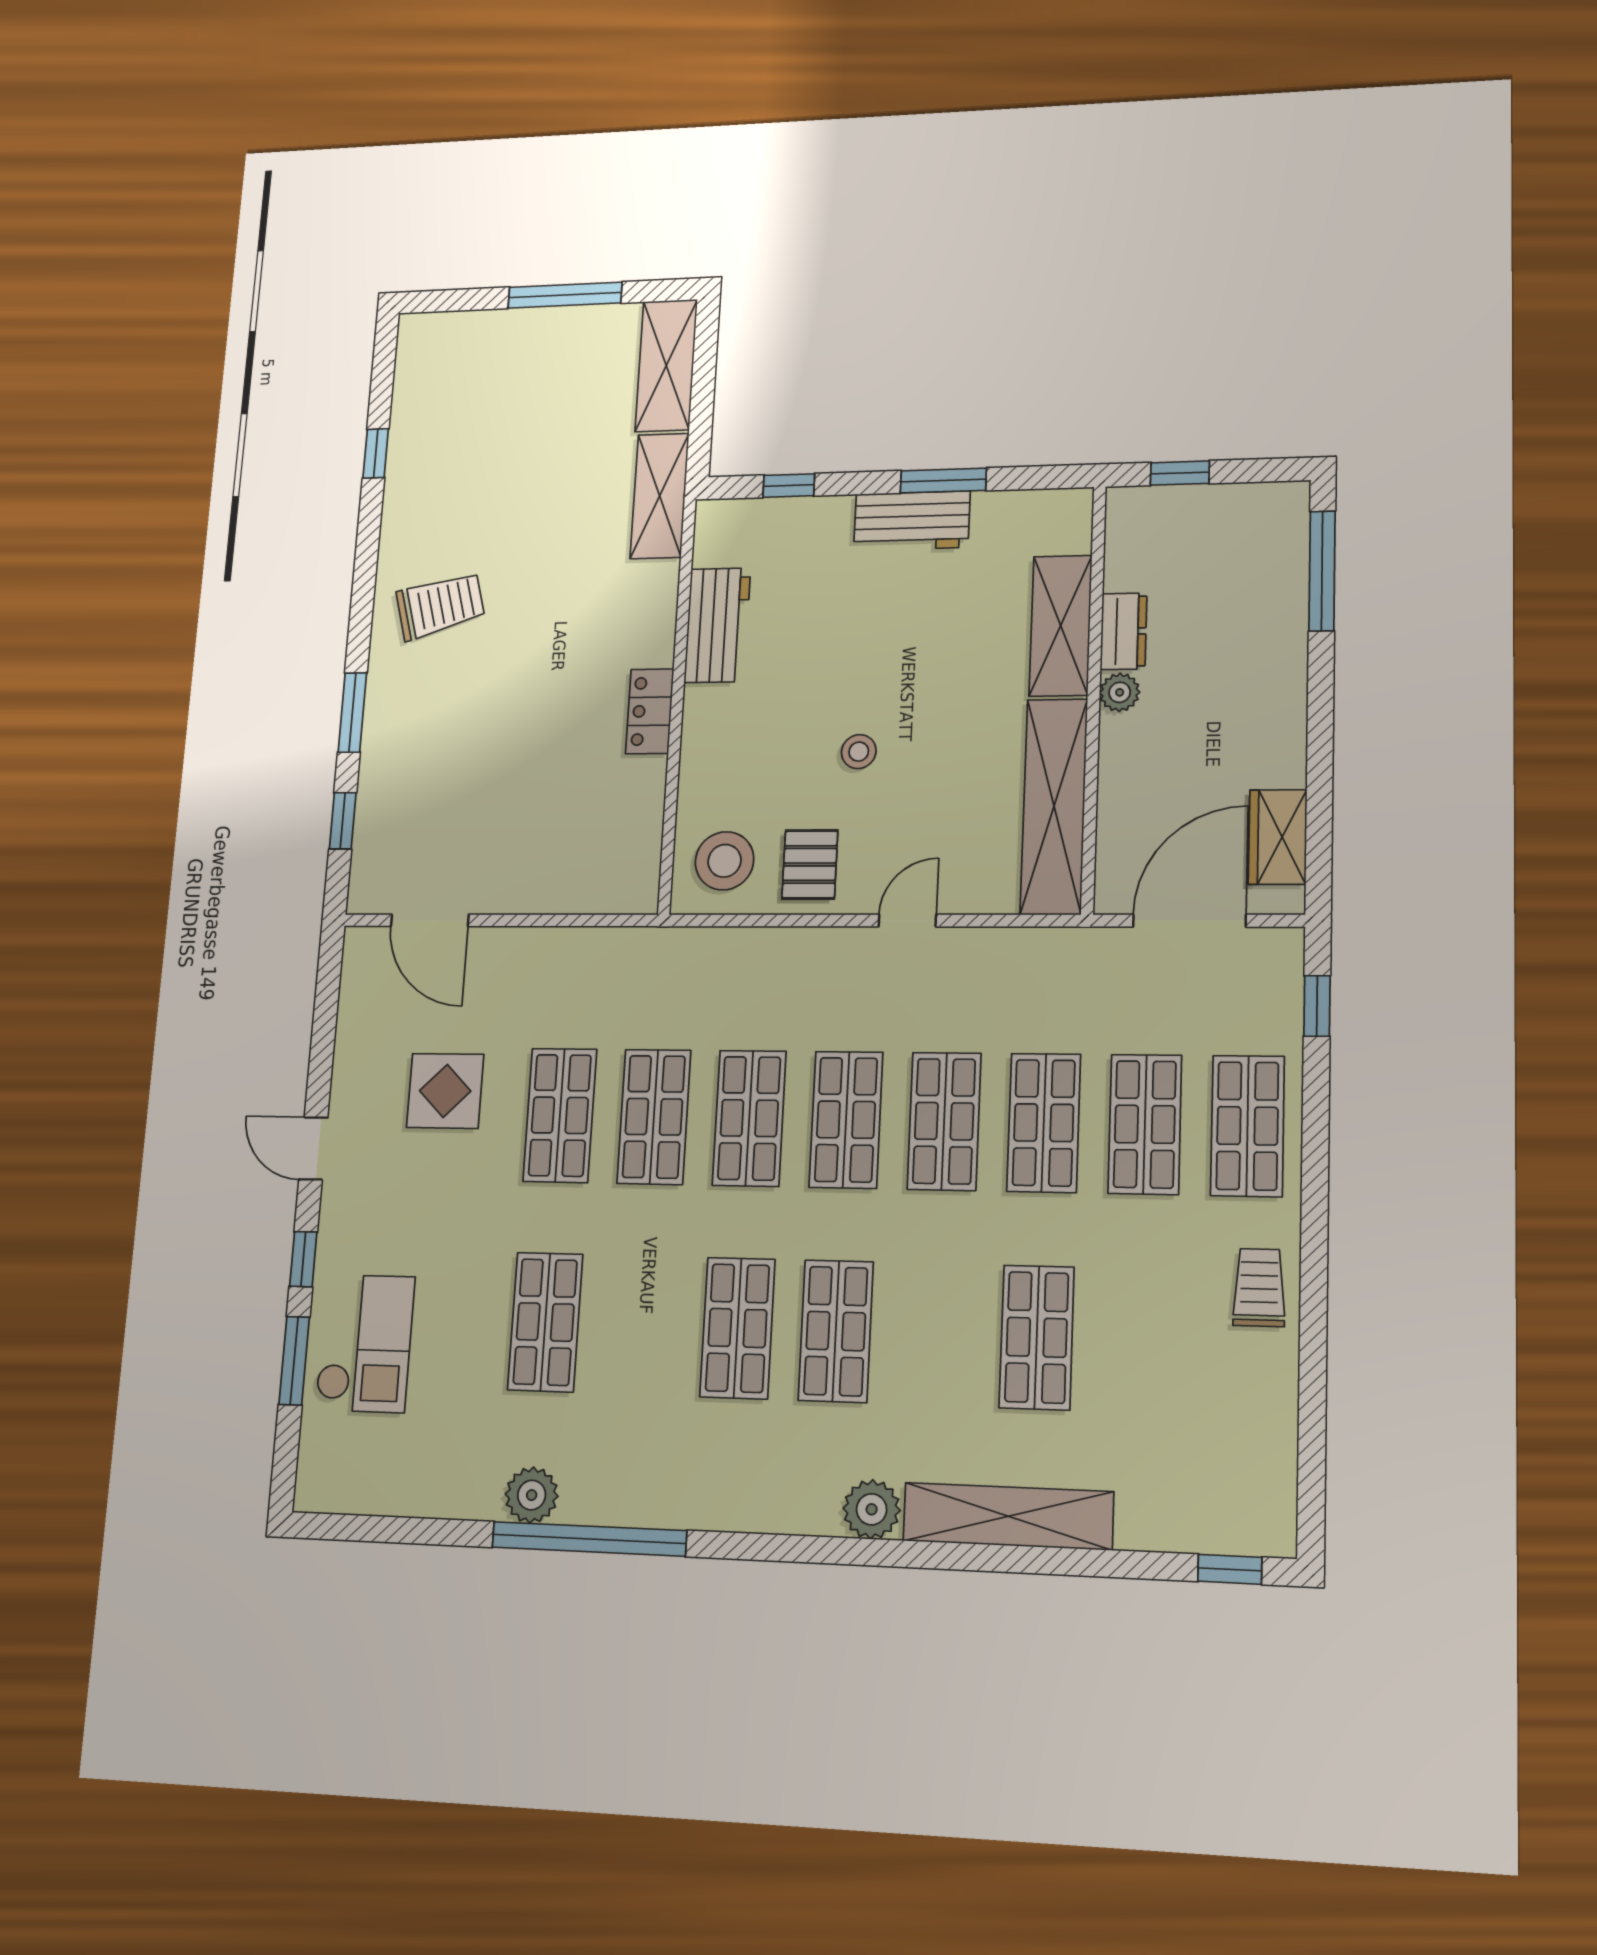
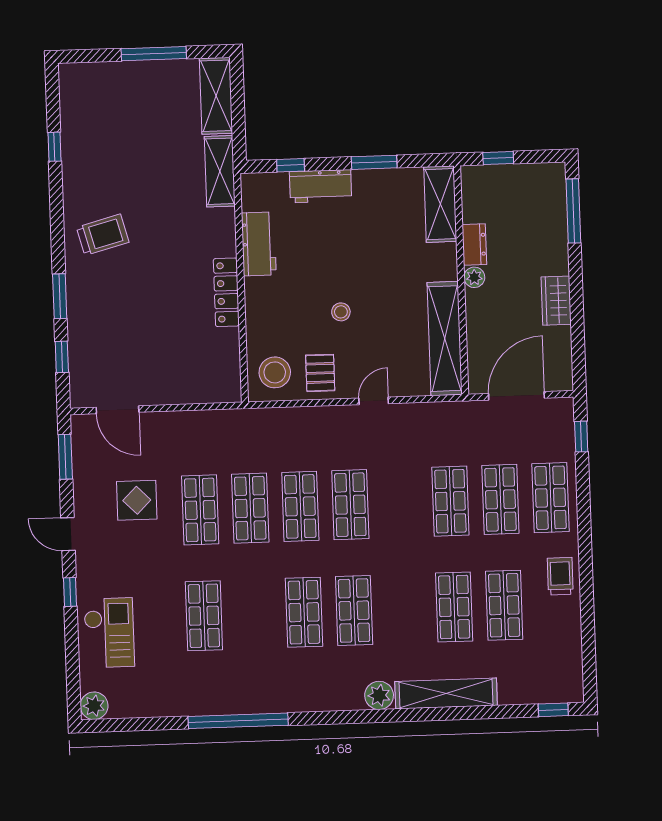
workbench: (912, 521) -> (321, 186), moved
shelving: (1061, 626) -> (440, 204), moved
locker: (650, 711) -> (226, 292), width x1.53
wardrobe: (1278, 837) -> (556, 301), moved
shop shelf: (944, 1121) -> (504, 605), moved
window: (294, 1361) -> (65, 457), moved
plant: (532, 1495) -> (94, 706), moved

